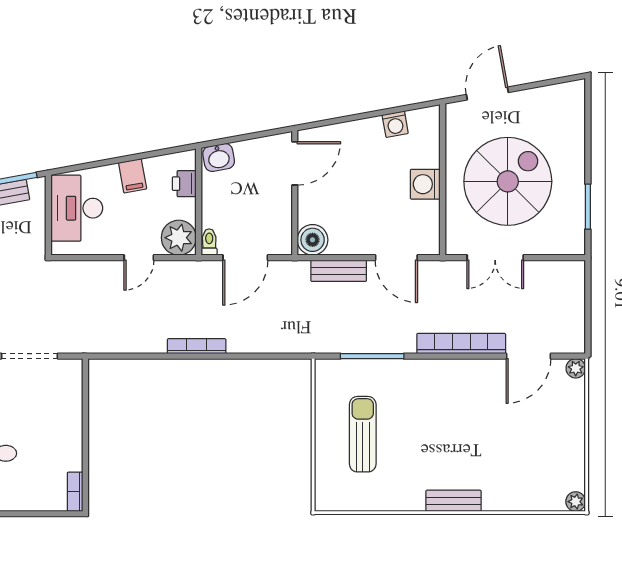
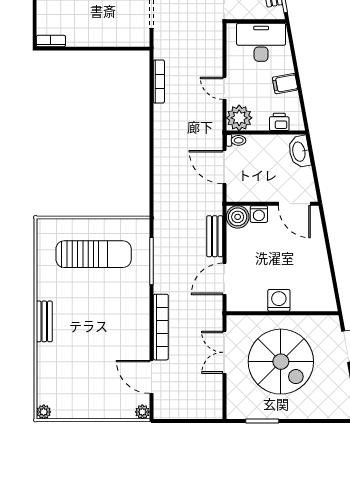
washing machine: (395, 124) -> (259, 214), moved, turned -80
washbasin: (219, 157) -> (299, 152), width x1.38
bookcase: (197, 346) -> (159, 81), moved
sun lounger: (363, 434) -> (94, 254), width x1.36, depth x1.34

